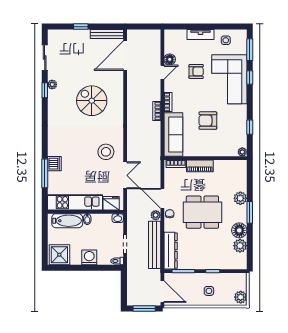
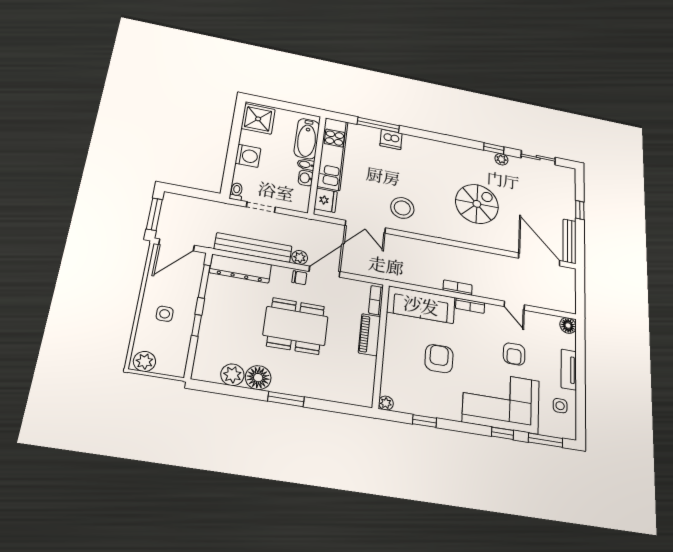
floor lamp: (170, 59) -> (568, 326), moved
plant: (240, 198) -> (311, 388), removed
dining table: (202, 212) -> (296, 326), turned 90
washbasin: (118, 218) -> (306, 178), moved

